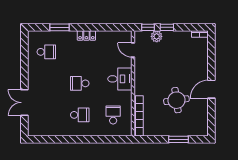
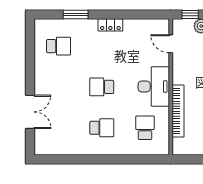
desk: (120, 79) -> (154, 86), width x1.37
double door: (24, 103) -> (30, 112), swing flipped
bookcase: (139, 116) -> (178, 111), moved

